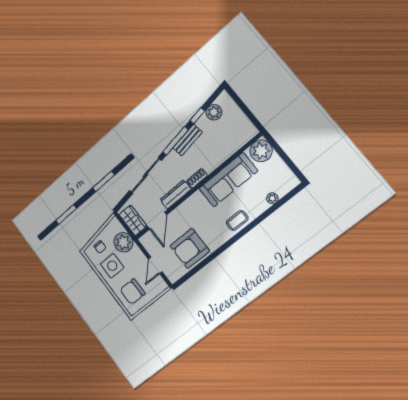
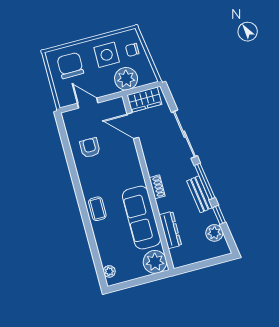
dresser: (176, 194) -> (170, 230), moved
plant: (272, 198) -> (109, 271), moved
armchair: (190, 248) -> (90, 148), width x0.53, depth x0.53

